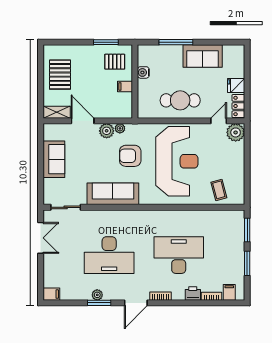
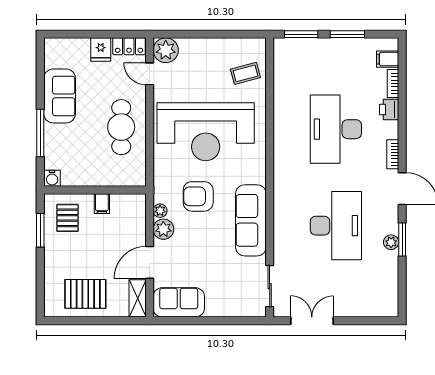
water cooler: (143, 72) -> (52, 178), moved
armchair: (130, 156) -> (198, 196), turned 90
sofa: (54, 159) -> (179, 302), moved
reception desk: (177, 161) -> (206, 132), turned 180
filing cabinet: (51, 294) -> (390, 306), removed

